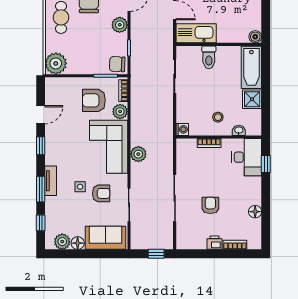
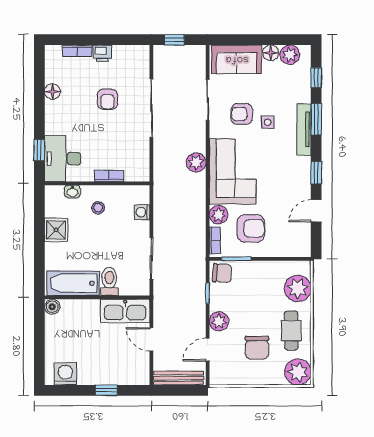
plant: (56, 63) -> (298, 288), moved
bathtub: (251, 67) -> (73, 283), moved, turned -90
washing machine: (182, 129) -> (142, 212), moved
tv unit: (51, 181) -> (304, 130), width x1.41

